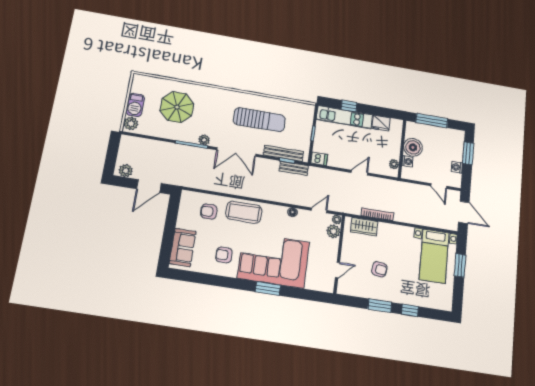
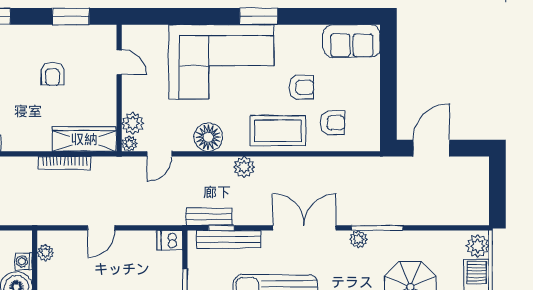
plant: (126, 171) -> (244, 167), moved
floor lamp: (292, 212) -> (208, 137), width x1.89, depth x1.89
wardrobe: (364, 227) -> (84, 139), width x1.50
sofa: (183, 247) -> (352, 41), moved, turned -90
armchair: (224, 255) -> (301, 87), moved
armchair: (379, 269) -> (52, 74), turned -98
door: (337, 270) -> (119, 62), swing flipped
window: (268, 288) -> (259, 16), moved
window: (380, 306) -> (71, 16), moved

